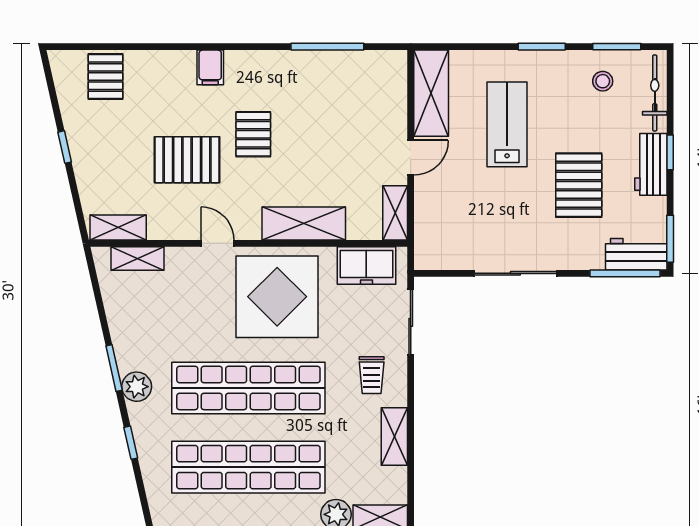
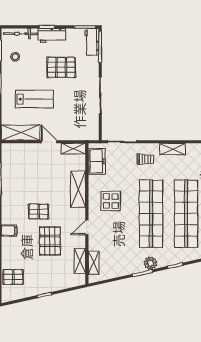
lab bench: (507, 124) -> (34, 99), turned 180
shelving: (118, 227) -> (80, 261), moved
display table: (277, 297) -> (111, 201), width x0.54, depth x0.54

